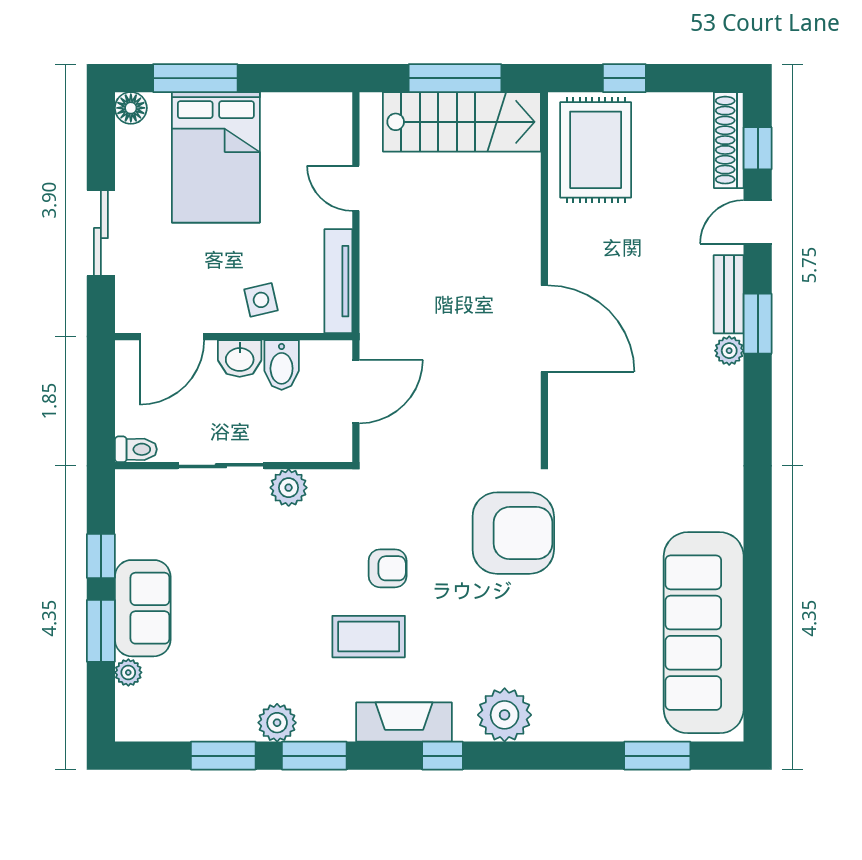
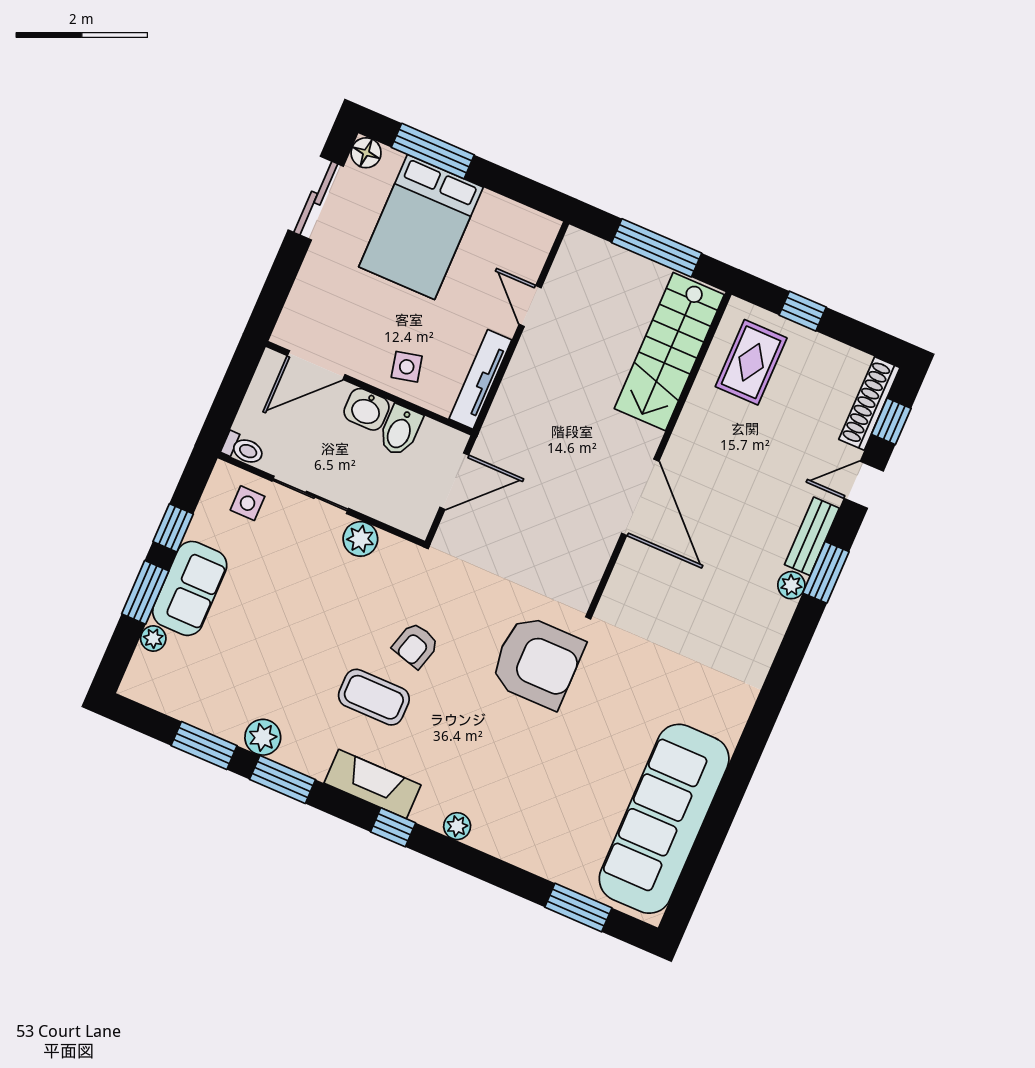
stairs: (462, 122) -> (669, 352), moved, turned 90
rug: (596, 150) -> (751, 362), width x0.73, depth x0.70
sliding door: (101, 233) -> (316, 198), moved
side table: (163, 500) -> (248, 503), added
armchair: (388, 568) -> (416, 645), turned 106
plant: (505, 715) -> (457, 826), width x0.53, depth x0.53

